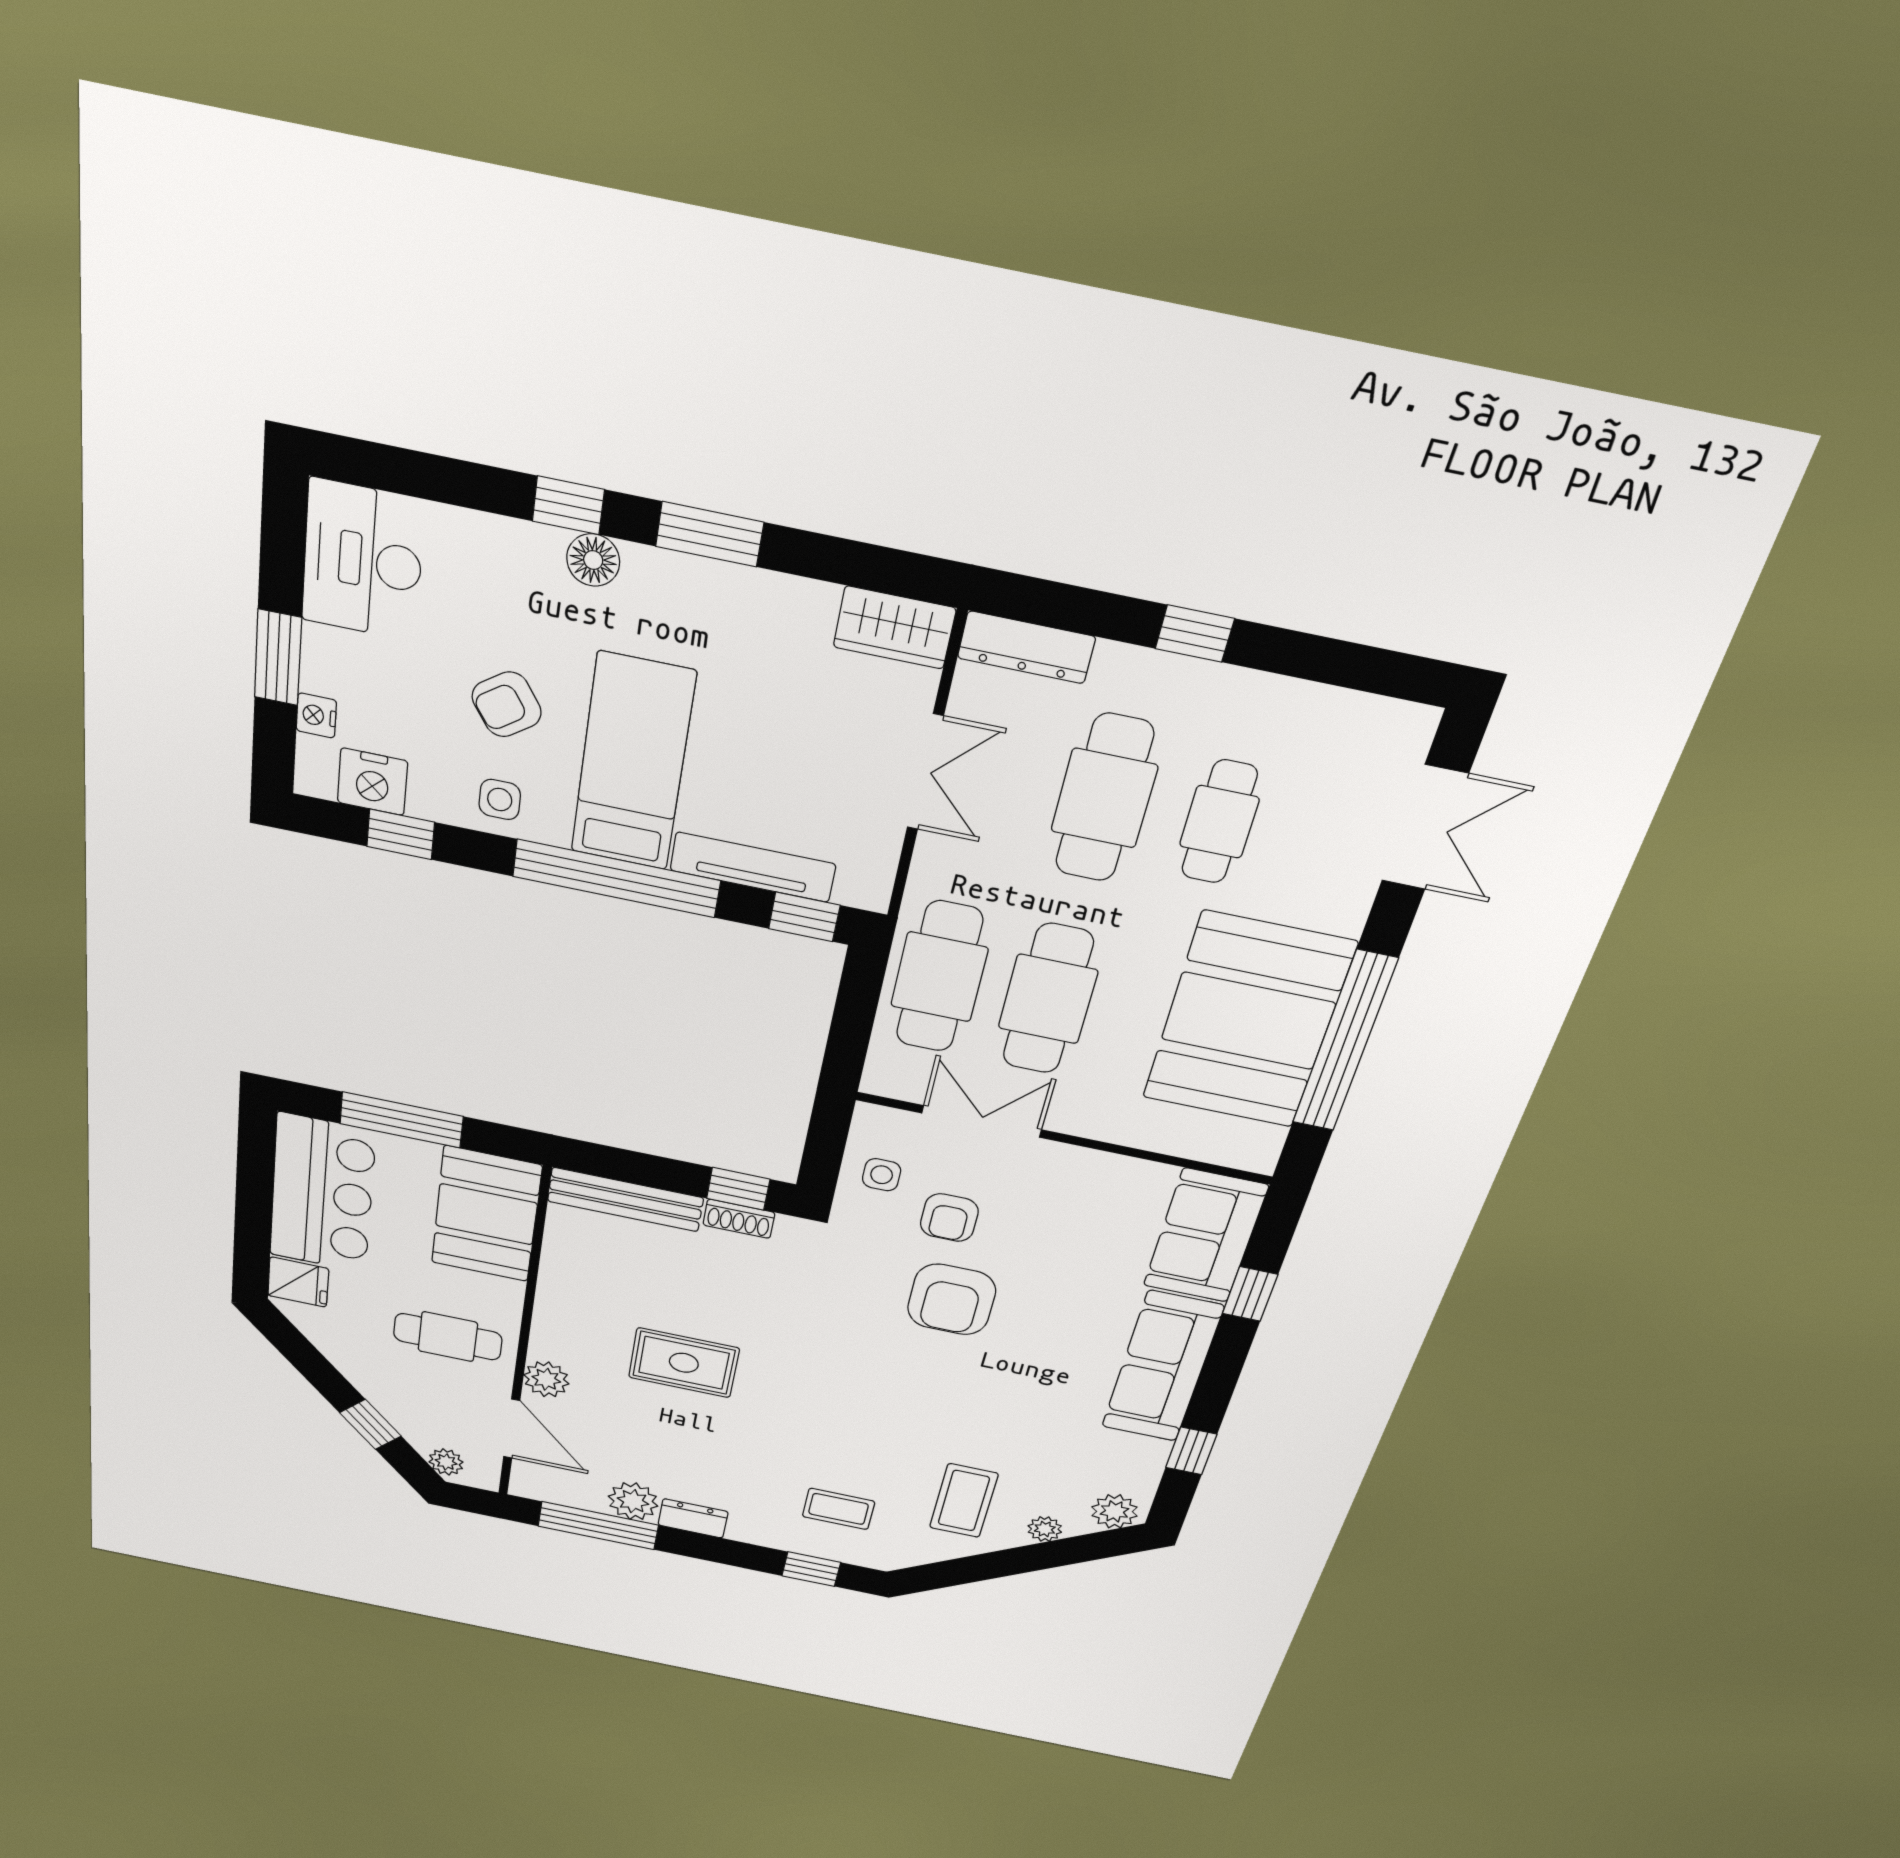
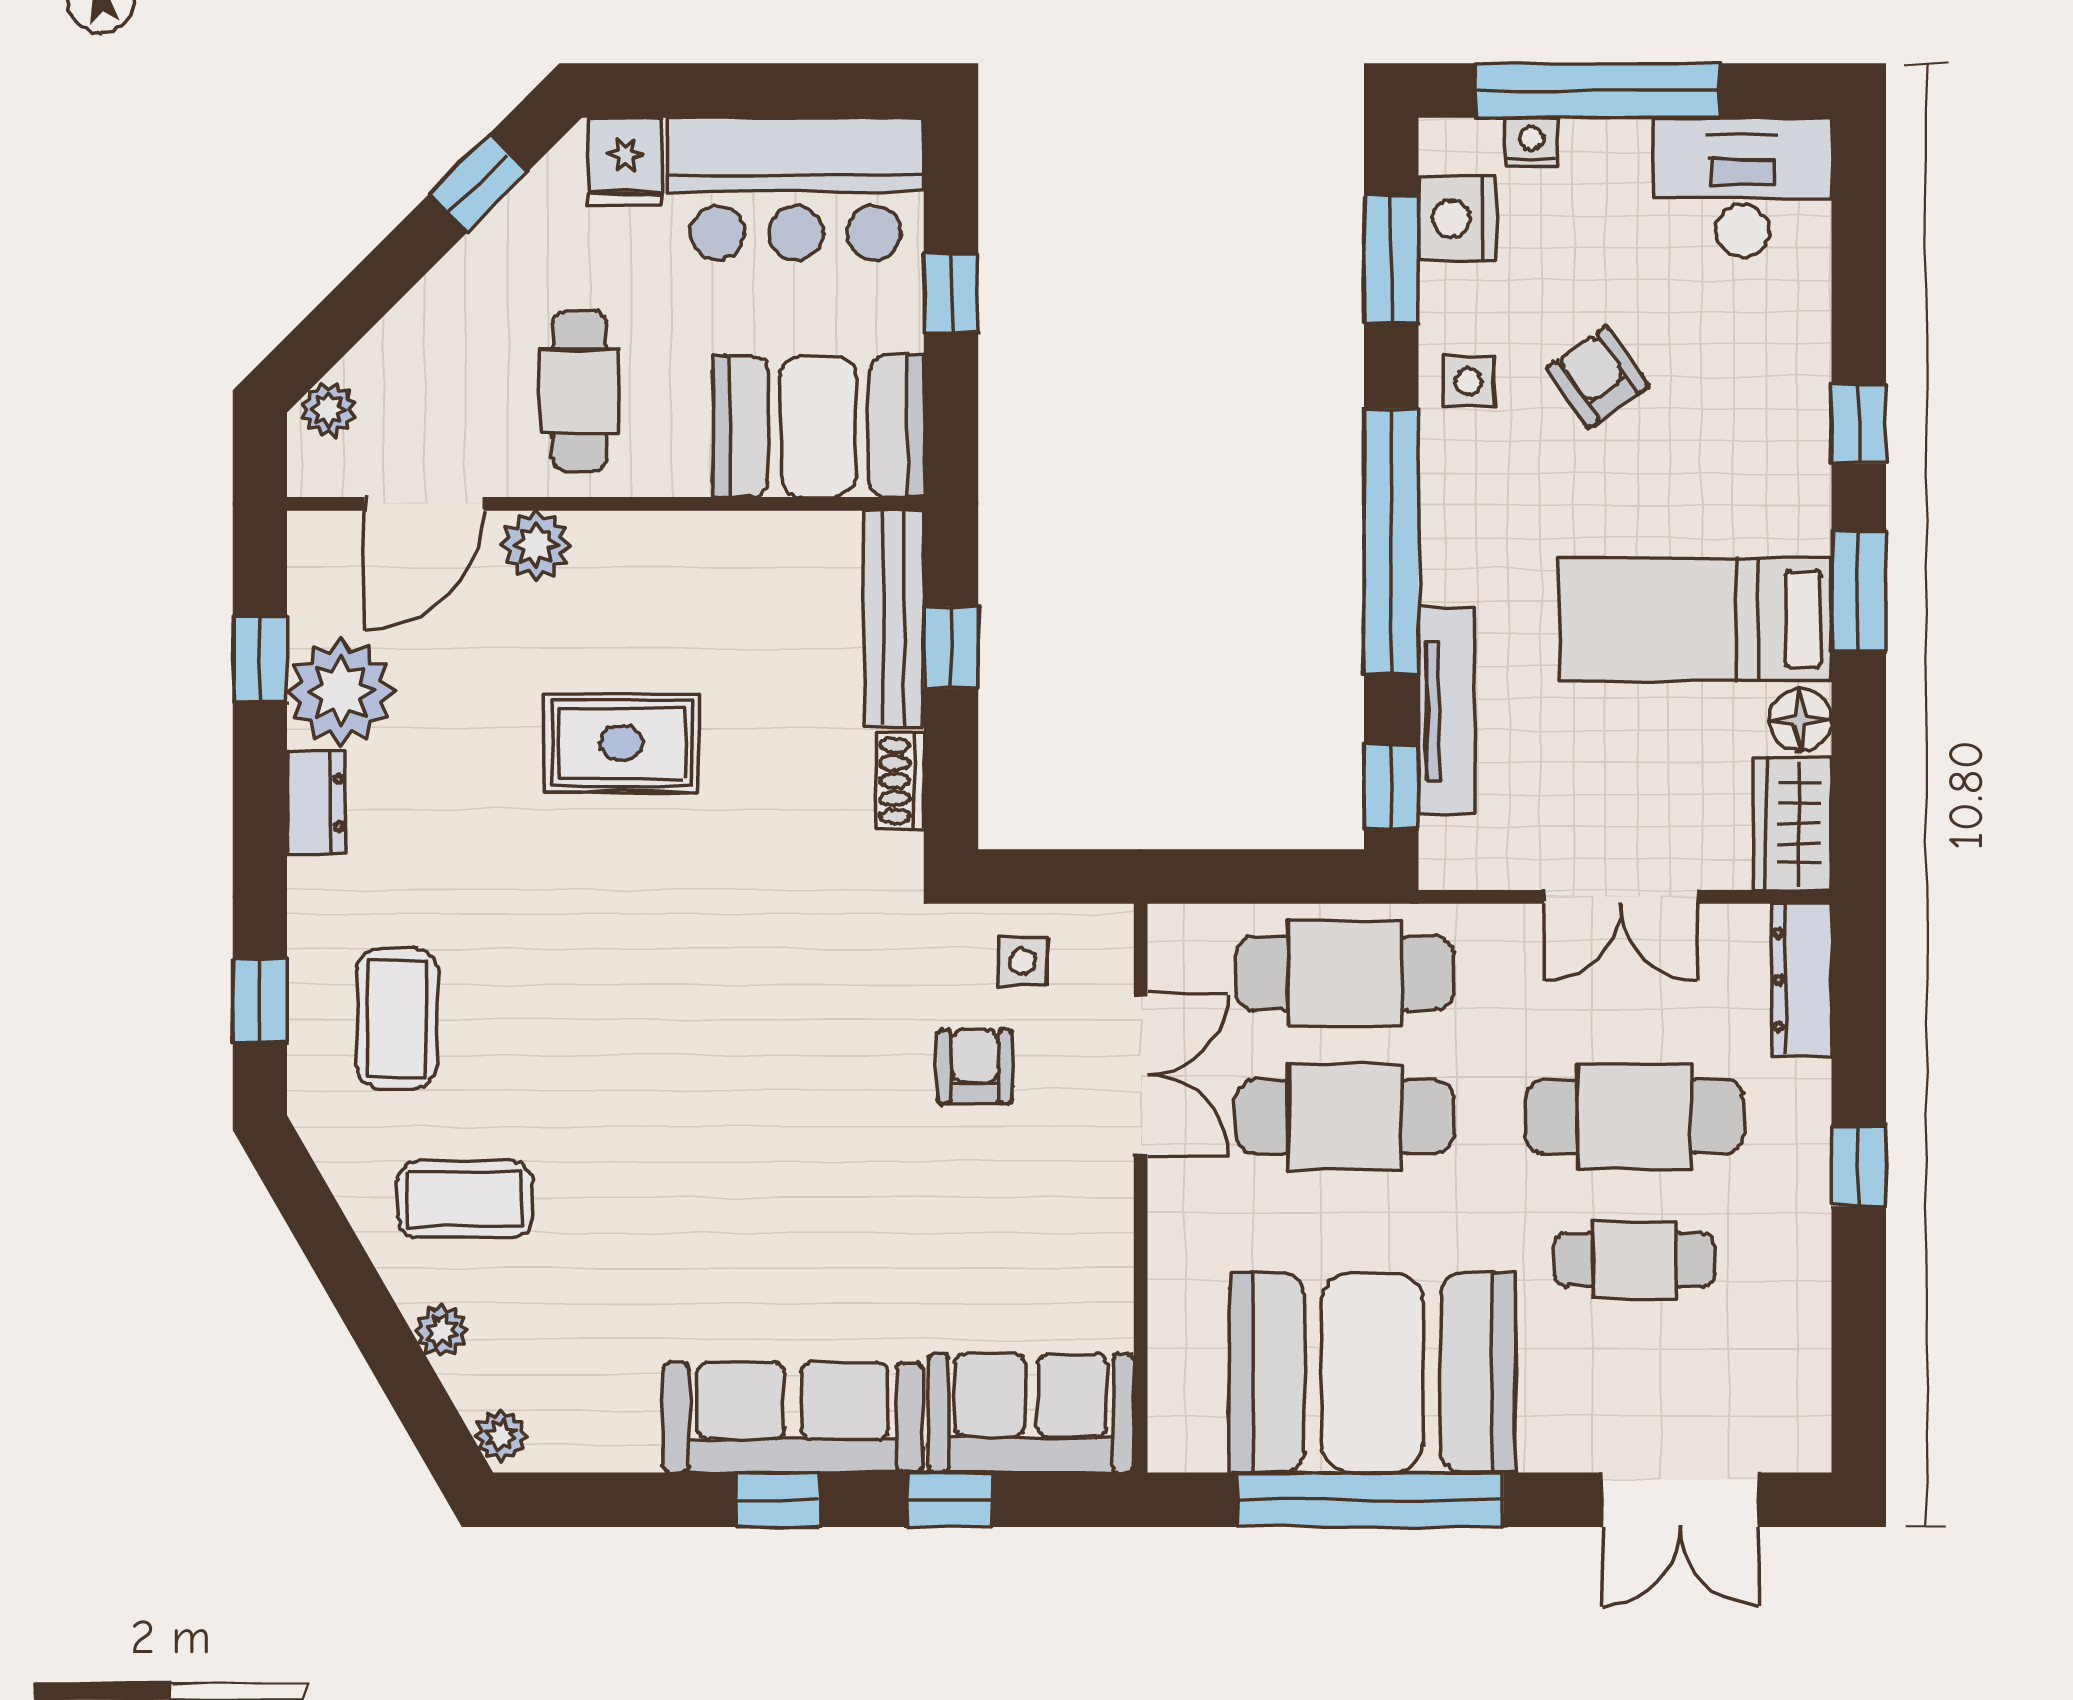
floor lamp: (593, 560) -> (1800, 720), moved
window: (278, 658) -> (1598, 91), width x2.11
bed: (633, 763) -> (1695, 619), moved, turned 180
window: (401, 834) -> (1391, 260), width x1.50
window: (402, 1120) -> (951, 293), width x0.46
window: (738, 1189) -> (951, 647), moved
armchair: (949, 1218) -> (975, 1067), turned 90
armchair: (952, 1299) -> (836, 1100), removed
rug: (684, 1363) -> (621, 743), turned 90
window: (370, 1424) -> (478, 183), moved
window: (1191, 1451) -> (778, 1500), moved
plant: (633, 1501) -> (341, 692), width x1.36, depth x1.36
coffee table: (838, 1509) -> (397, 1018), width x1.36, depth x1.30
plant: (1114, 1511) -> (501, 1436), width x0.73, depth x0.73
window: (598, 1526) -> (260, 659), width x0.46

